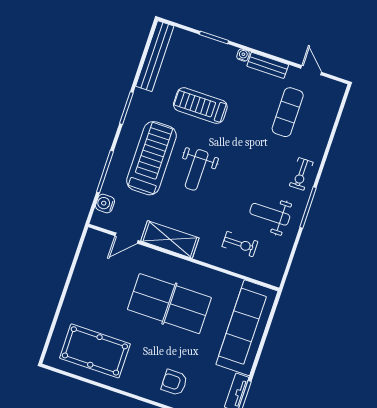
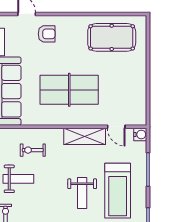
weight bench: (197, 170) -> (82, 193), turned 180
water cooler: (105, 204) -> (140, 134), moved
door: (127, 238) -> (116, 127), swing flipped

